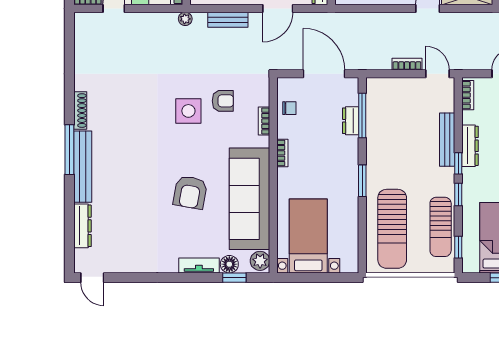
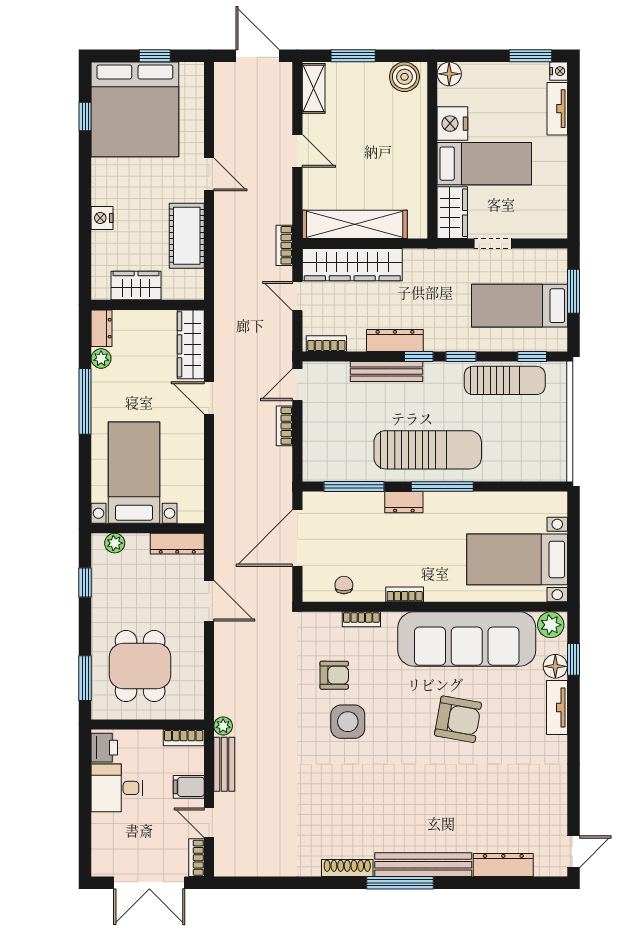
bench: (228, 20) -> (224, 764), moved
armchair: (223, 101) -> (334, 675), turned 90
dresser: (351, 121) -> (404, 502), moved
window: (362, 181) -> (442, 487), width x1.44
sun lounger: (392, 229) -> (428, 450), moved

